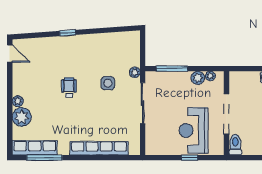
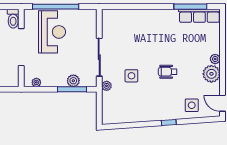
side table: (43, 51) -> (192, 105), added
plant: (198, 78) -> (73, 81), moved
wheelchair: (69, 88) -> (168, 72), turned 90
plant: (22, 117) -> (211, 74), moved
row of seats: (99, 148) -> (140, 15), removed
window: (190, 158) -> (56, 7), width x3.17

